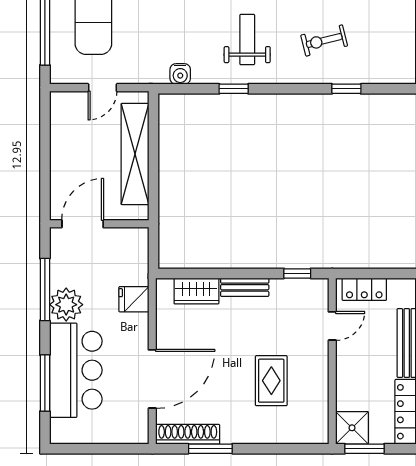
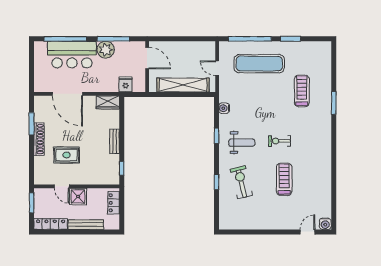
exercise bike: (324, 40) -> (241, 182), width x1.38, depth x1.39
window: (346, 89) -> (216, 182), moved
wardrobe: (196, 291) -> (108, 102), moved, turned -90
fridge: (134, 299) -> (126, 84), moved
door: (332, 326) -> (62, 186), moved
window: (45, 383) -> (65, 39), width x1.46
shower: (352, 428) -> (78, 196), moved
shoe rack: (188, 434) -> (39, 139), moved

